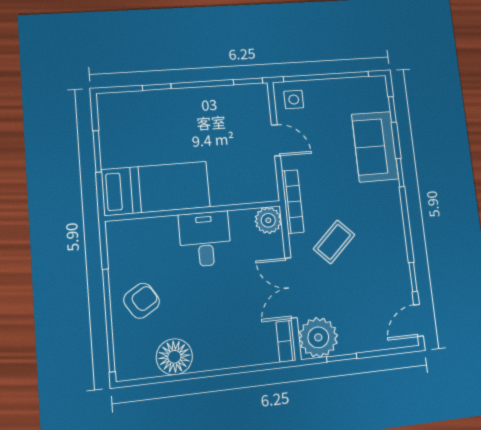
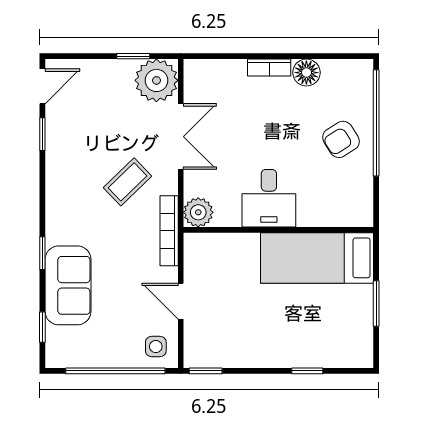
bookcase: (286, 341) -> (269, 67), moved, turned 90
floor lamp: (174, 357) -> (306, 73), width x0.73, depth x0.73

